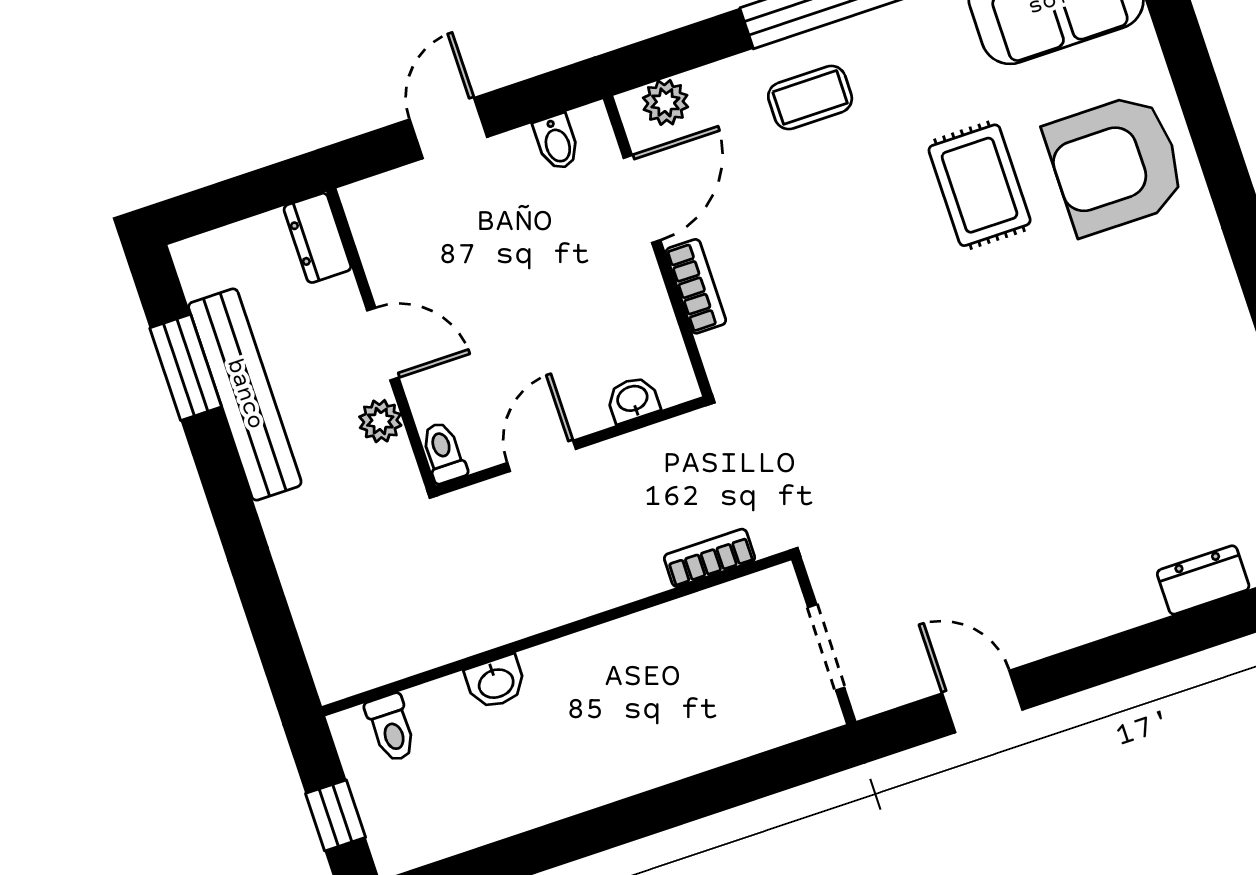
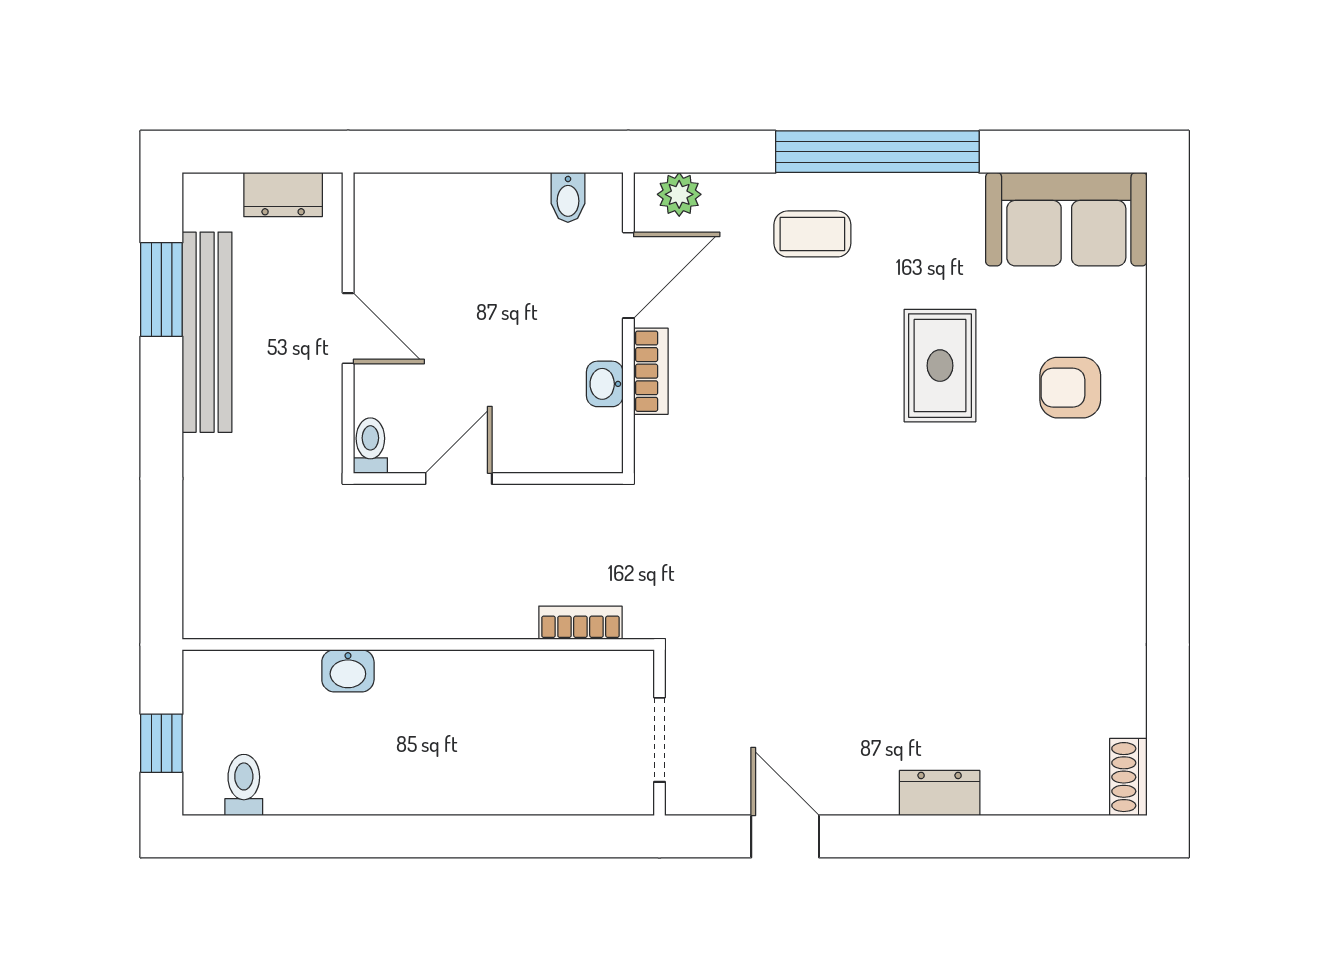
door: (448, 128) -> (474, 152), removed
armchair: (1115, 164) -> (1070, 388), width x0.53, depth x0.53
dresser: (317, 238) -> (283, 195), moved, turned -90
washbasin: (633, 399) -> (605, 384), moved, turned -90
plant: (380, 421) -> (322, 398), removed
dresser: (1203, 580) -> (940, 793), moved
toilet: (391, 728) -> (244, 785), moved, turned 180

